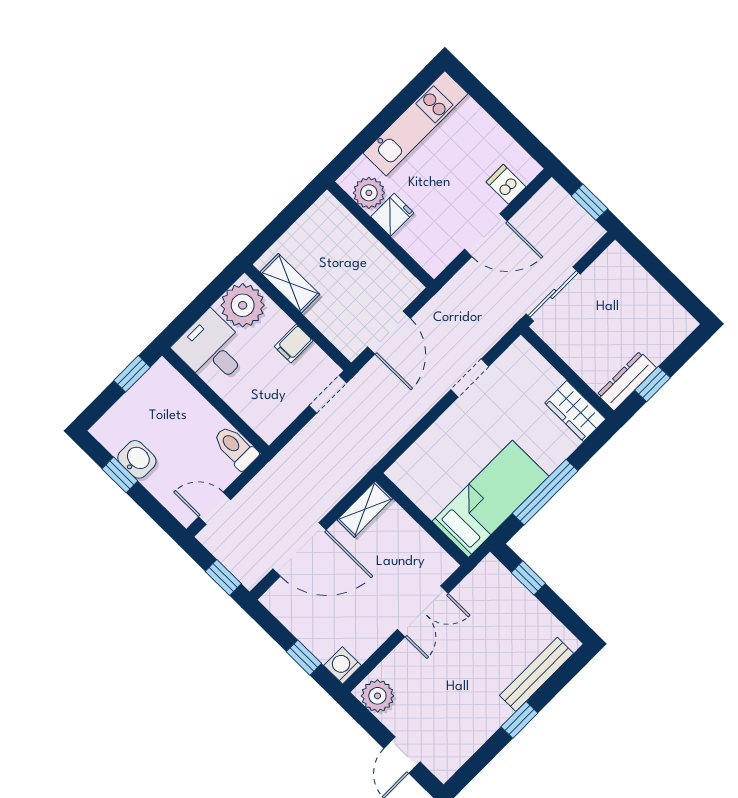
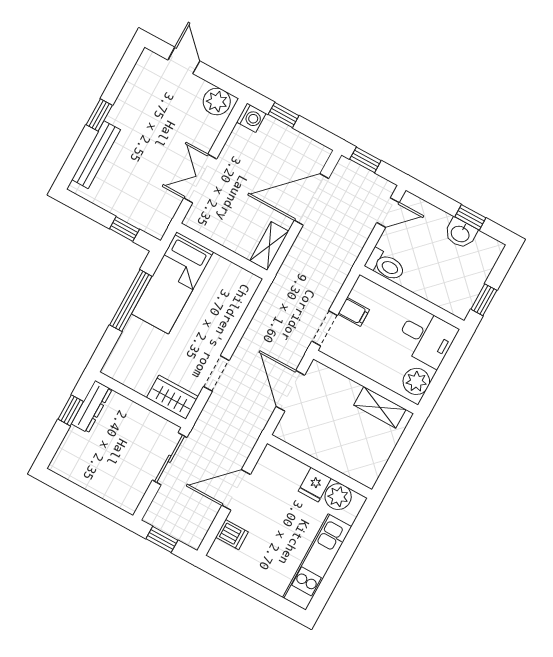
plant: (243, 305) -> (416, 381), width x0.73, depth x0.73
filing cabinet: (294, 343) -> (354, 312), moved, turned 90
wardrobe: (575, 411) -> (172, 397), moved

